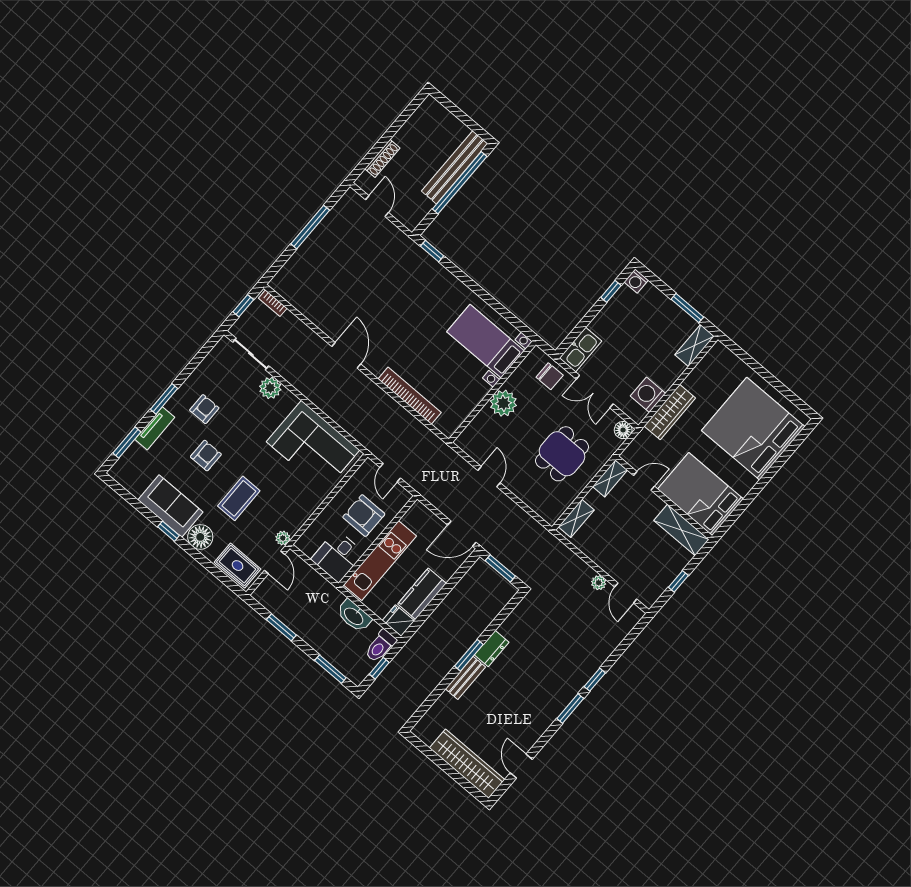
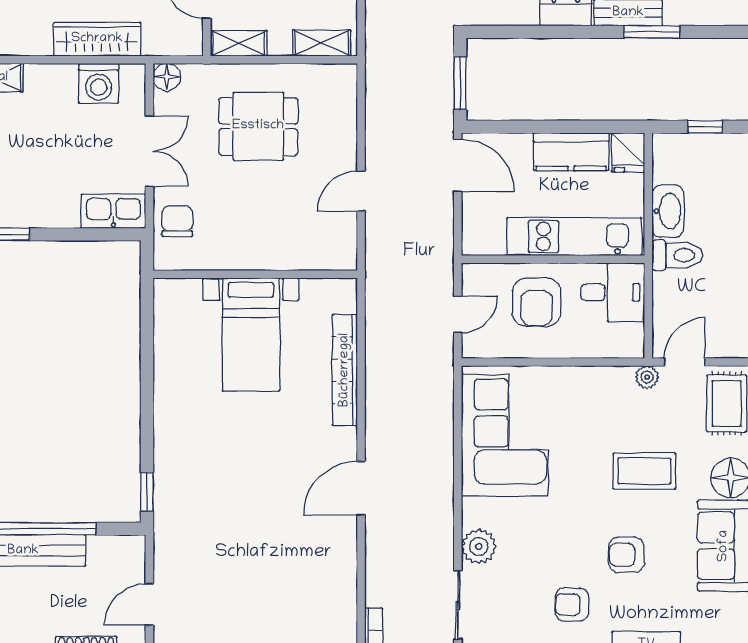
bed with nightstands: (486, 341) -> (251, 335), moved
plant: (503, 403) -> (257, 249), removed
toilet: (380, 646) -> (677, 255), moved
window: (469, 655) -> (652, 32), moved

